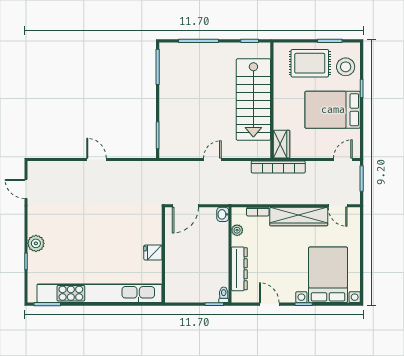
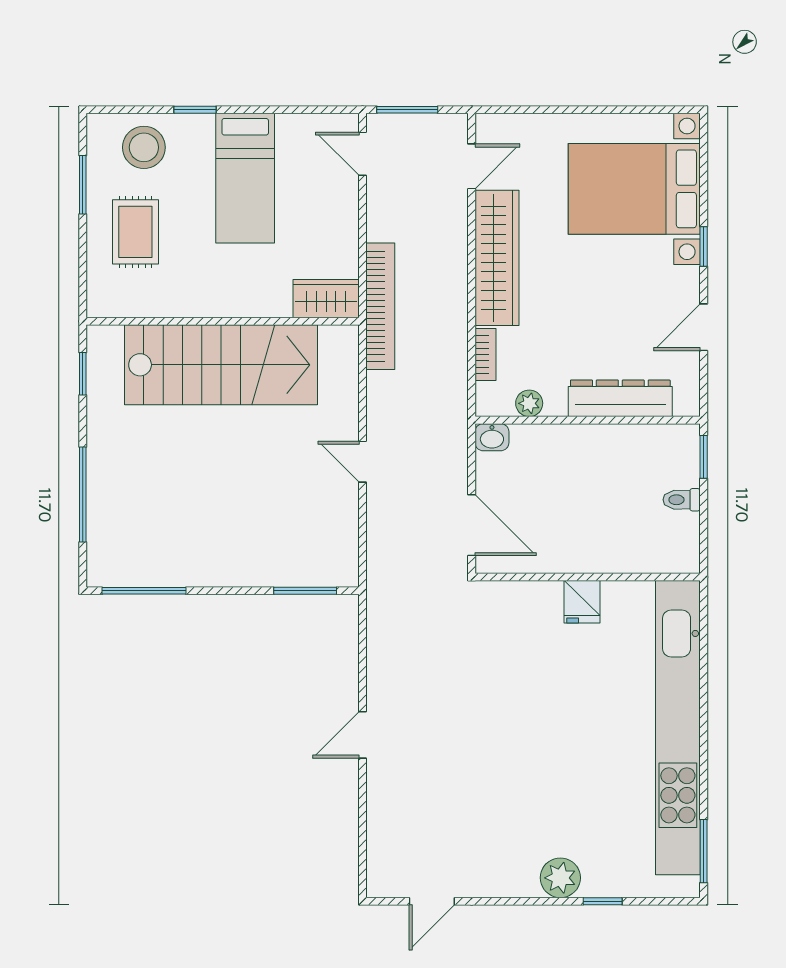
rug: (310, 63) -> (135, 232), width x0.73, depth x0.70
bed: (333, 110) -> (245, 178), width x0.67
toilet: (224, 295) -> (682, 500), moved

